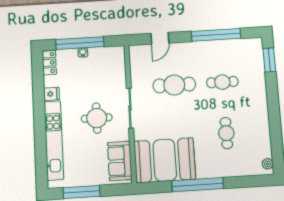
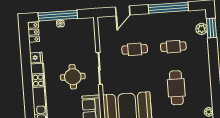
plant: (257, 61) -> (202, 29), added
cafe table: (174, 85) -> (135, 49), width x0.73, depth x0.74
cafe table: (226, 133) -> (176, 88), width x1.37, depth x1.35

